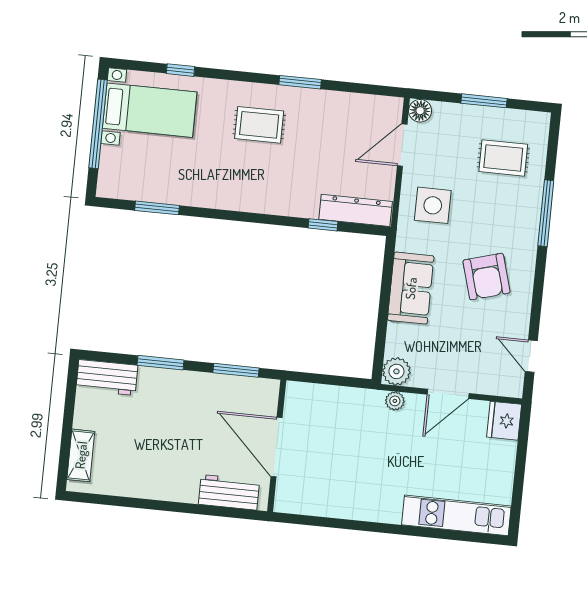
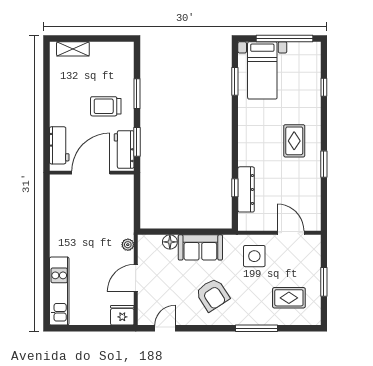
bed with nightstands: (150, 110) -> (262, 70), moved
floor lamp: (420, 111) -> (170, 242), moved
rug: (503, 158) -> (289, 298), turned 90
dresser: (356, 210) -> (246, 189), moved
armchair: (486, 277) -> (213, 295), turned -107
plant: (396, 371) -> (147, 244), removed
workbench: (107, 377) -> (124, 149), moved
door: (448, 394) -> (136, 278), hinge flipped
trolley: (175, 413) -> (106, 106), added

